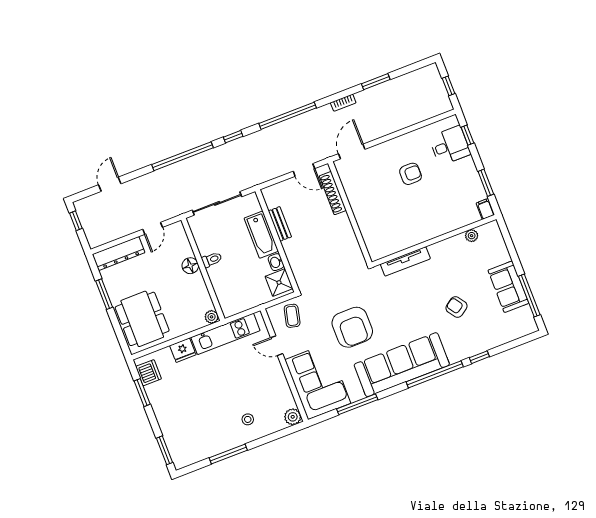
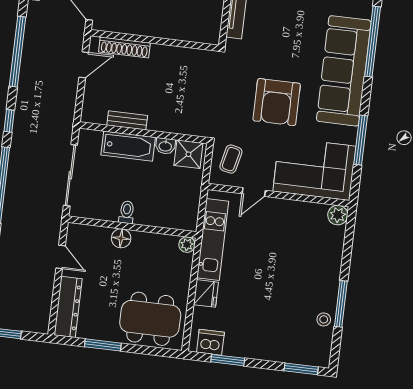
coffee table: (292, 316) -> (231, 159), turned 90
armchair: (352, 327) -> (277, 102), turned 90
stool: (248, 419) -> (324, 319), moved

